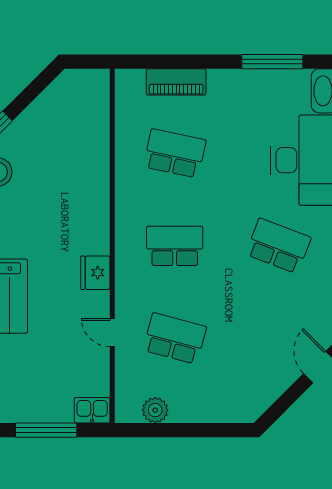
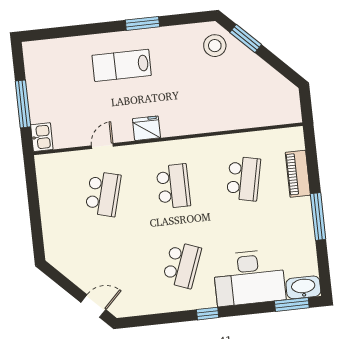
window: (272, 62) -> (318, 216), moved
plant: (155, 410) -> (47, 185), removed

